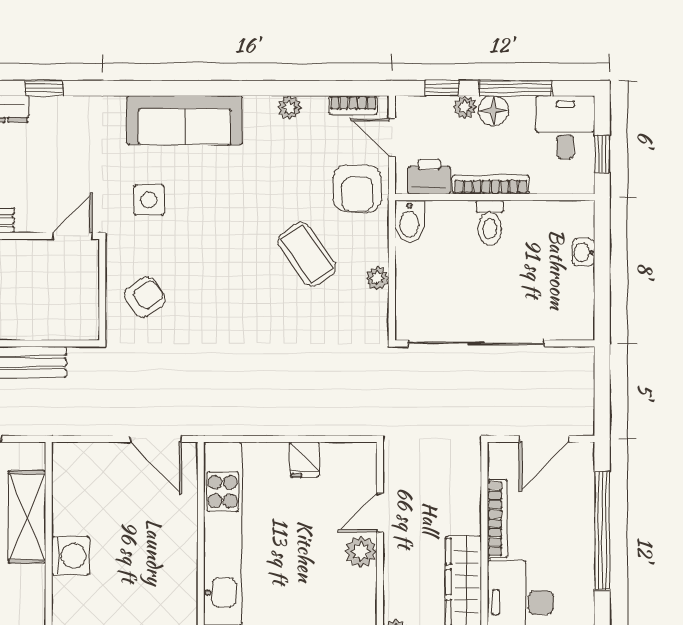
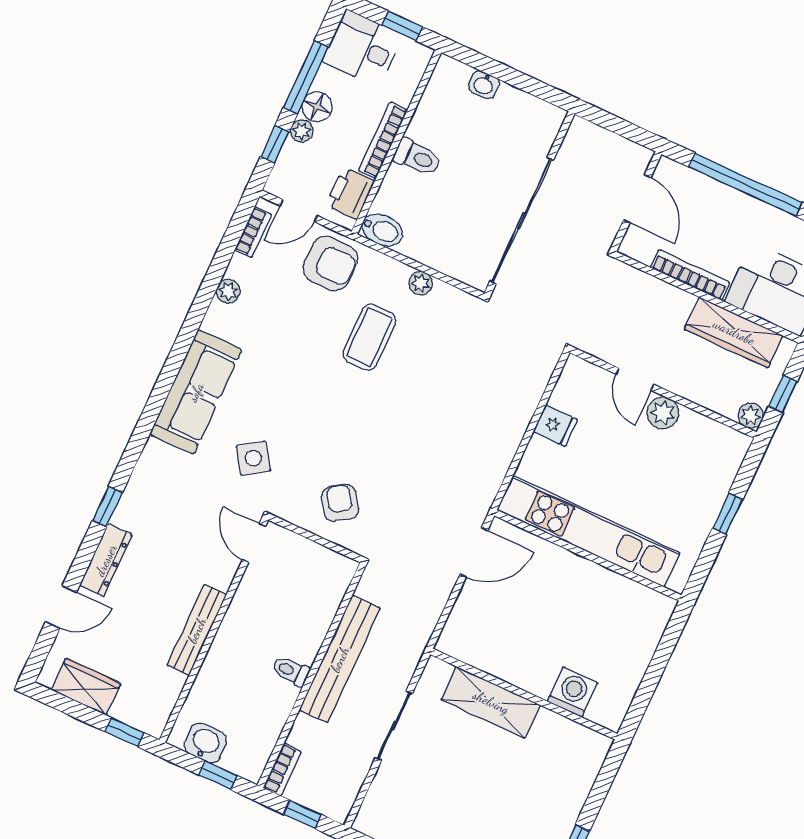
side table: (149, 200) -> (253, 458), turned -34
coffee table: (307, 254) -> (369, 337), turned -55
washing machine: (71, 556) -> (573, 692), moved

